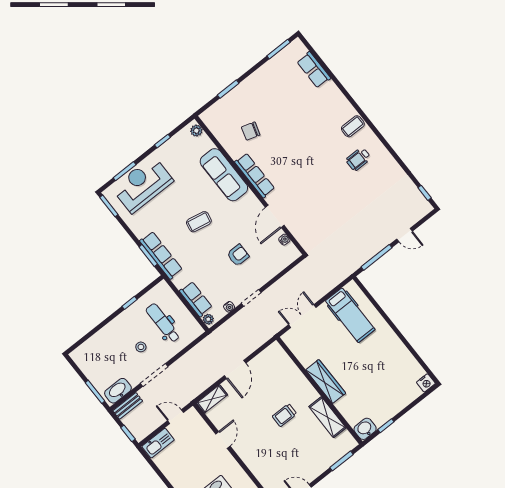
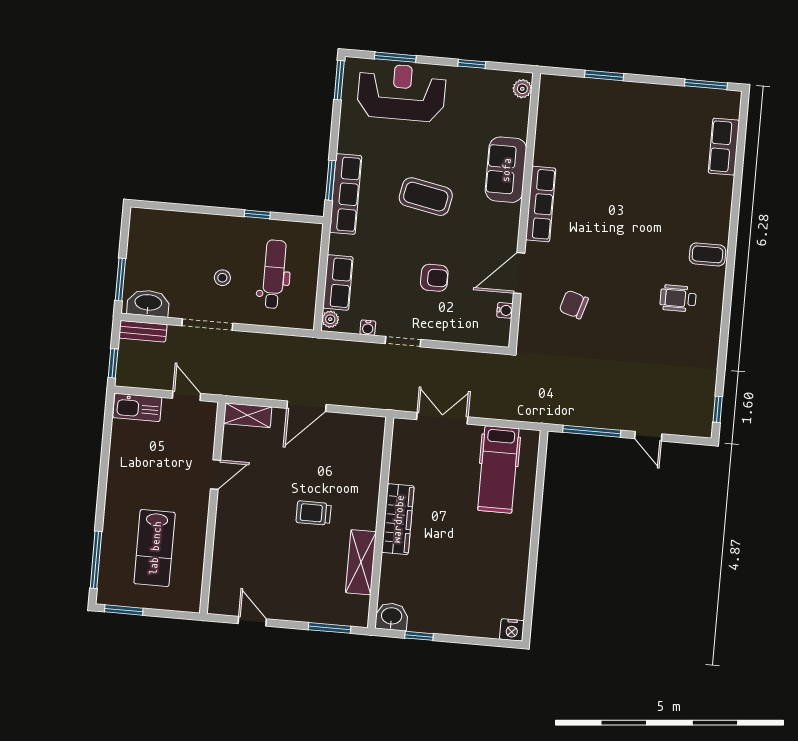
chair: (251, 131) -> (574, 305), moved
sofa: (224, 175) -> (506, 170), width x0.73
coffee table: (199, 222) -> (426, 197), width x1.36, depth x1.30

